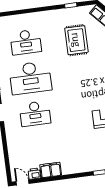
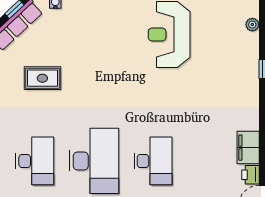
rug: (76, 40) -> (42, 78), width x0.73, depth x0.70

